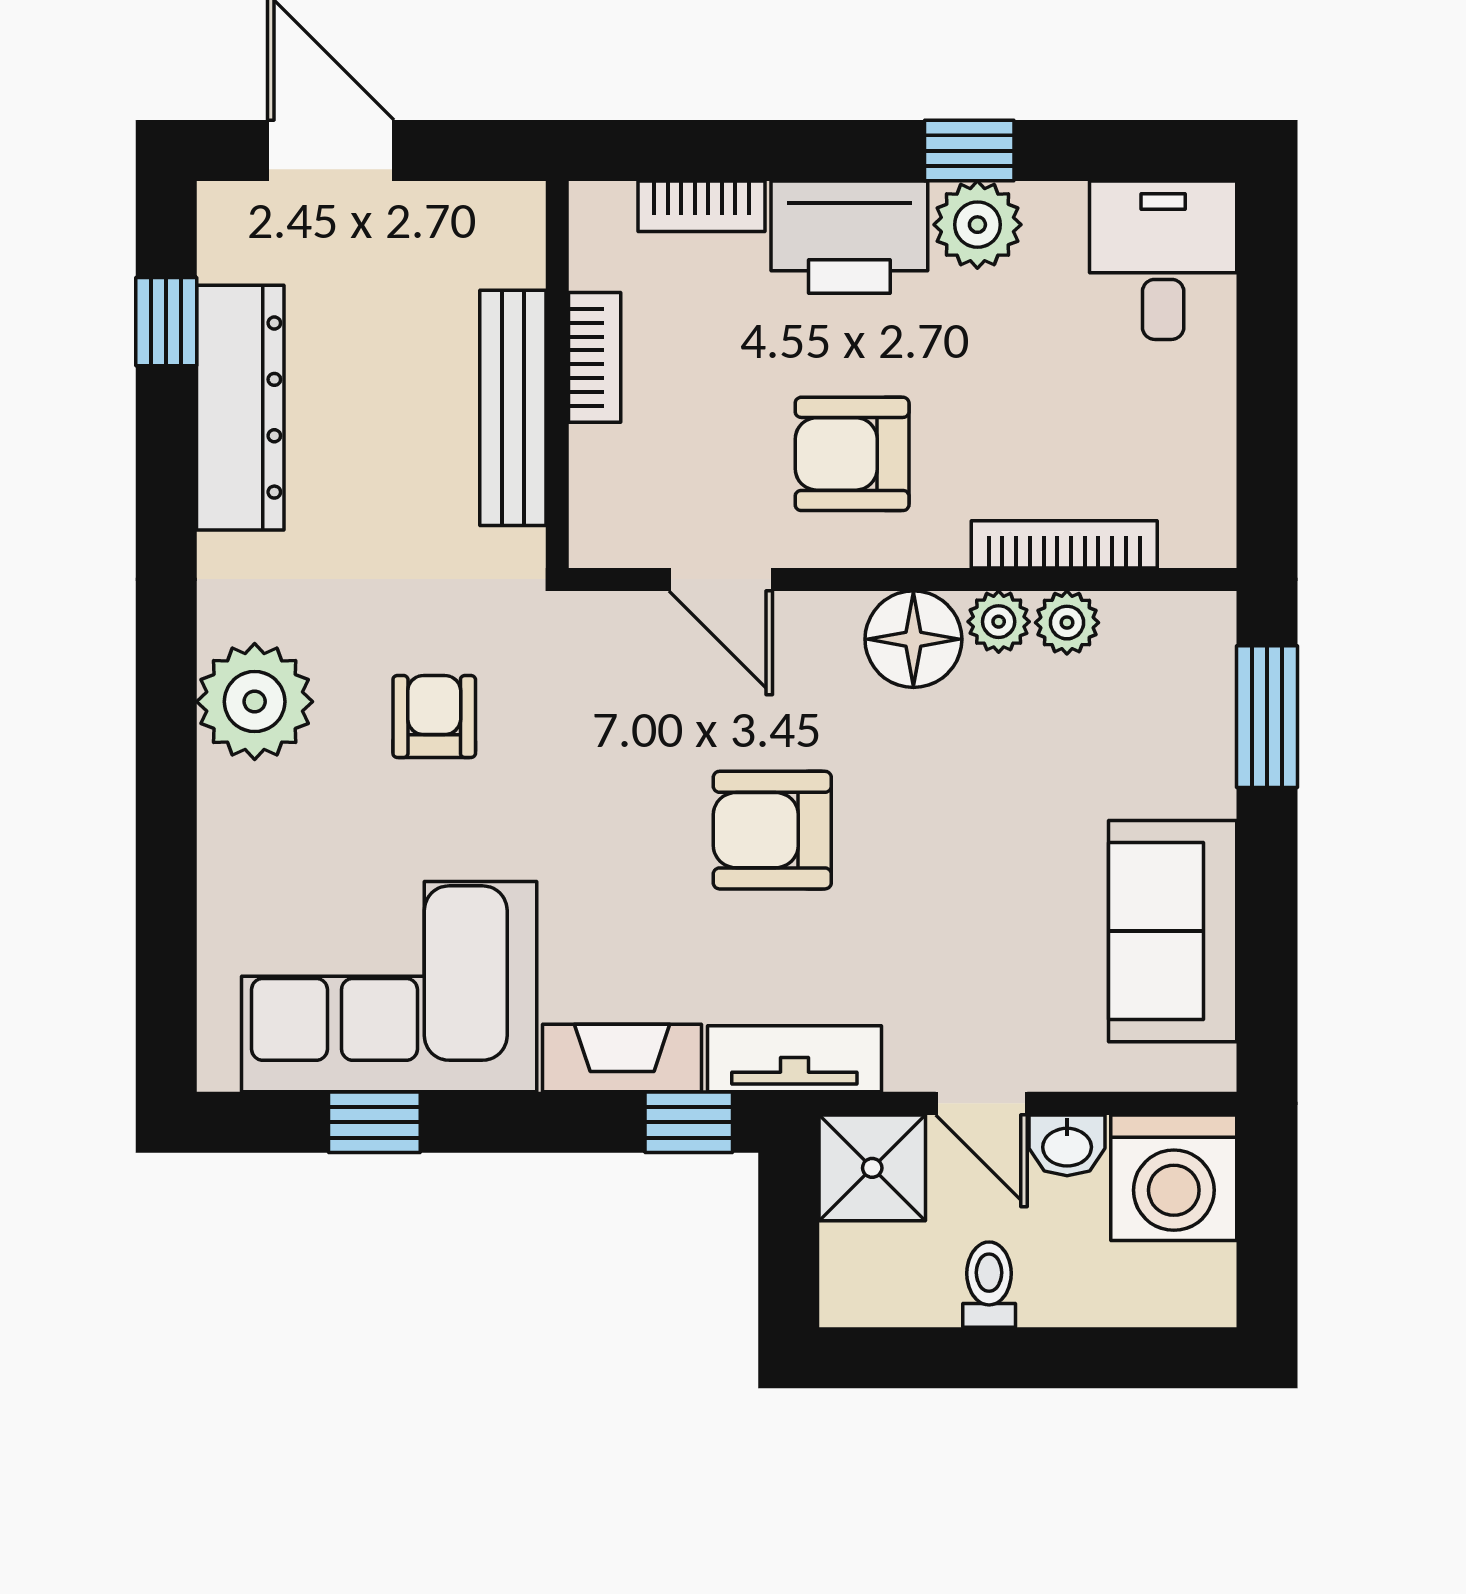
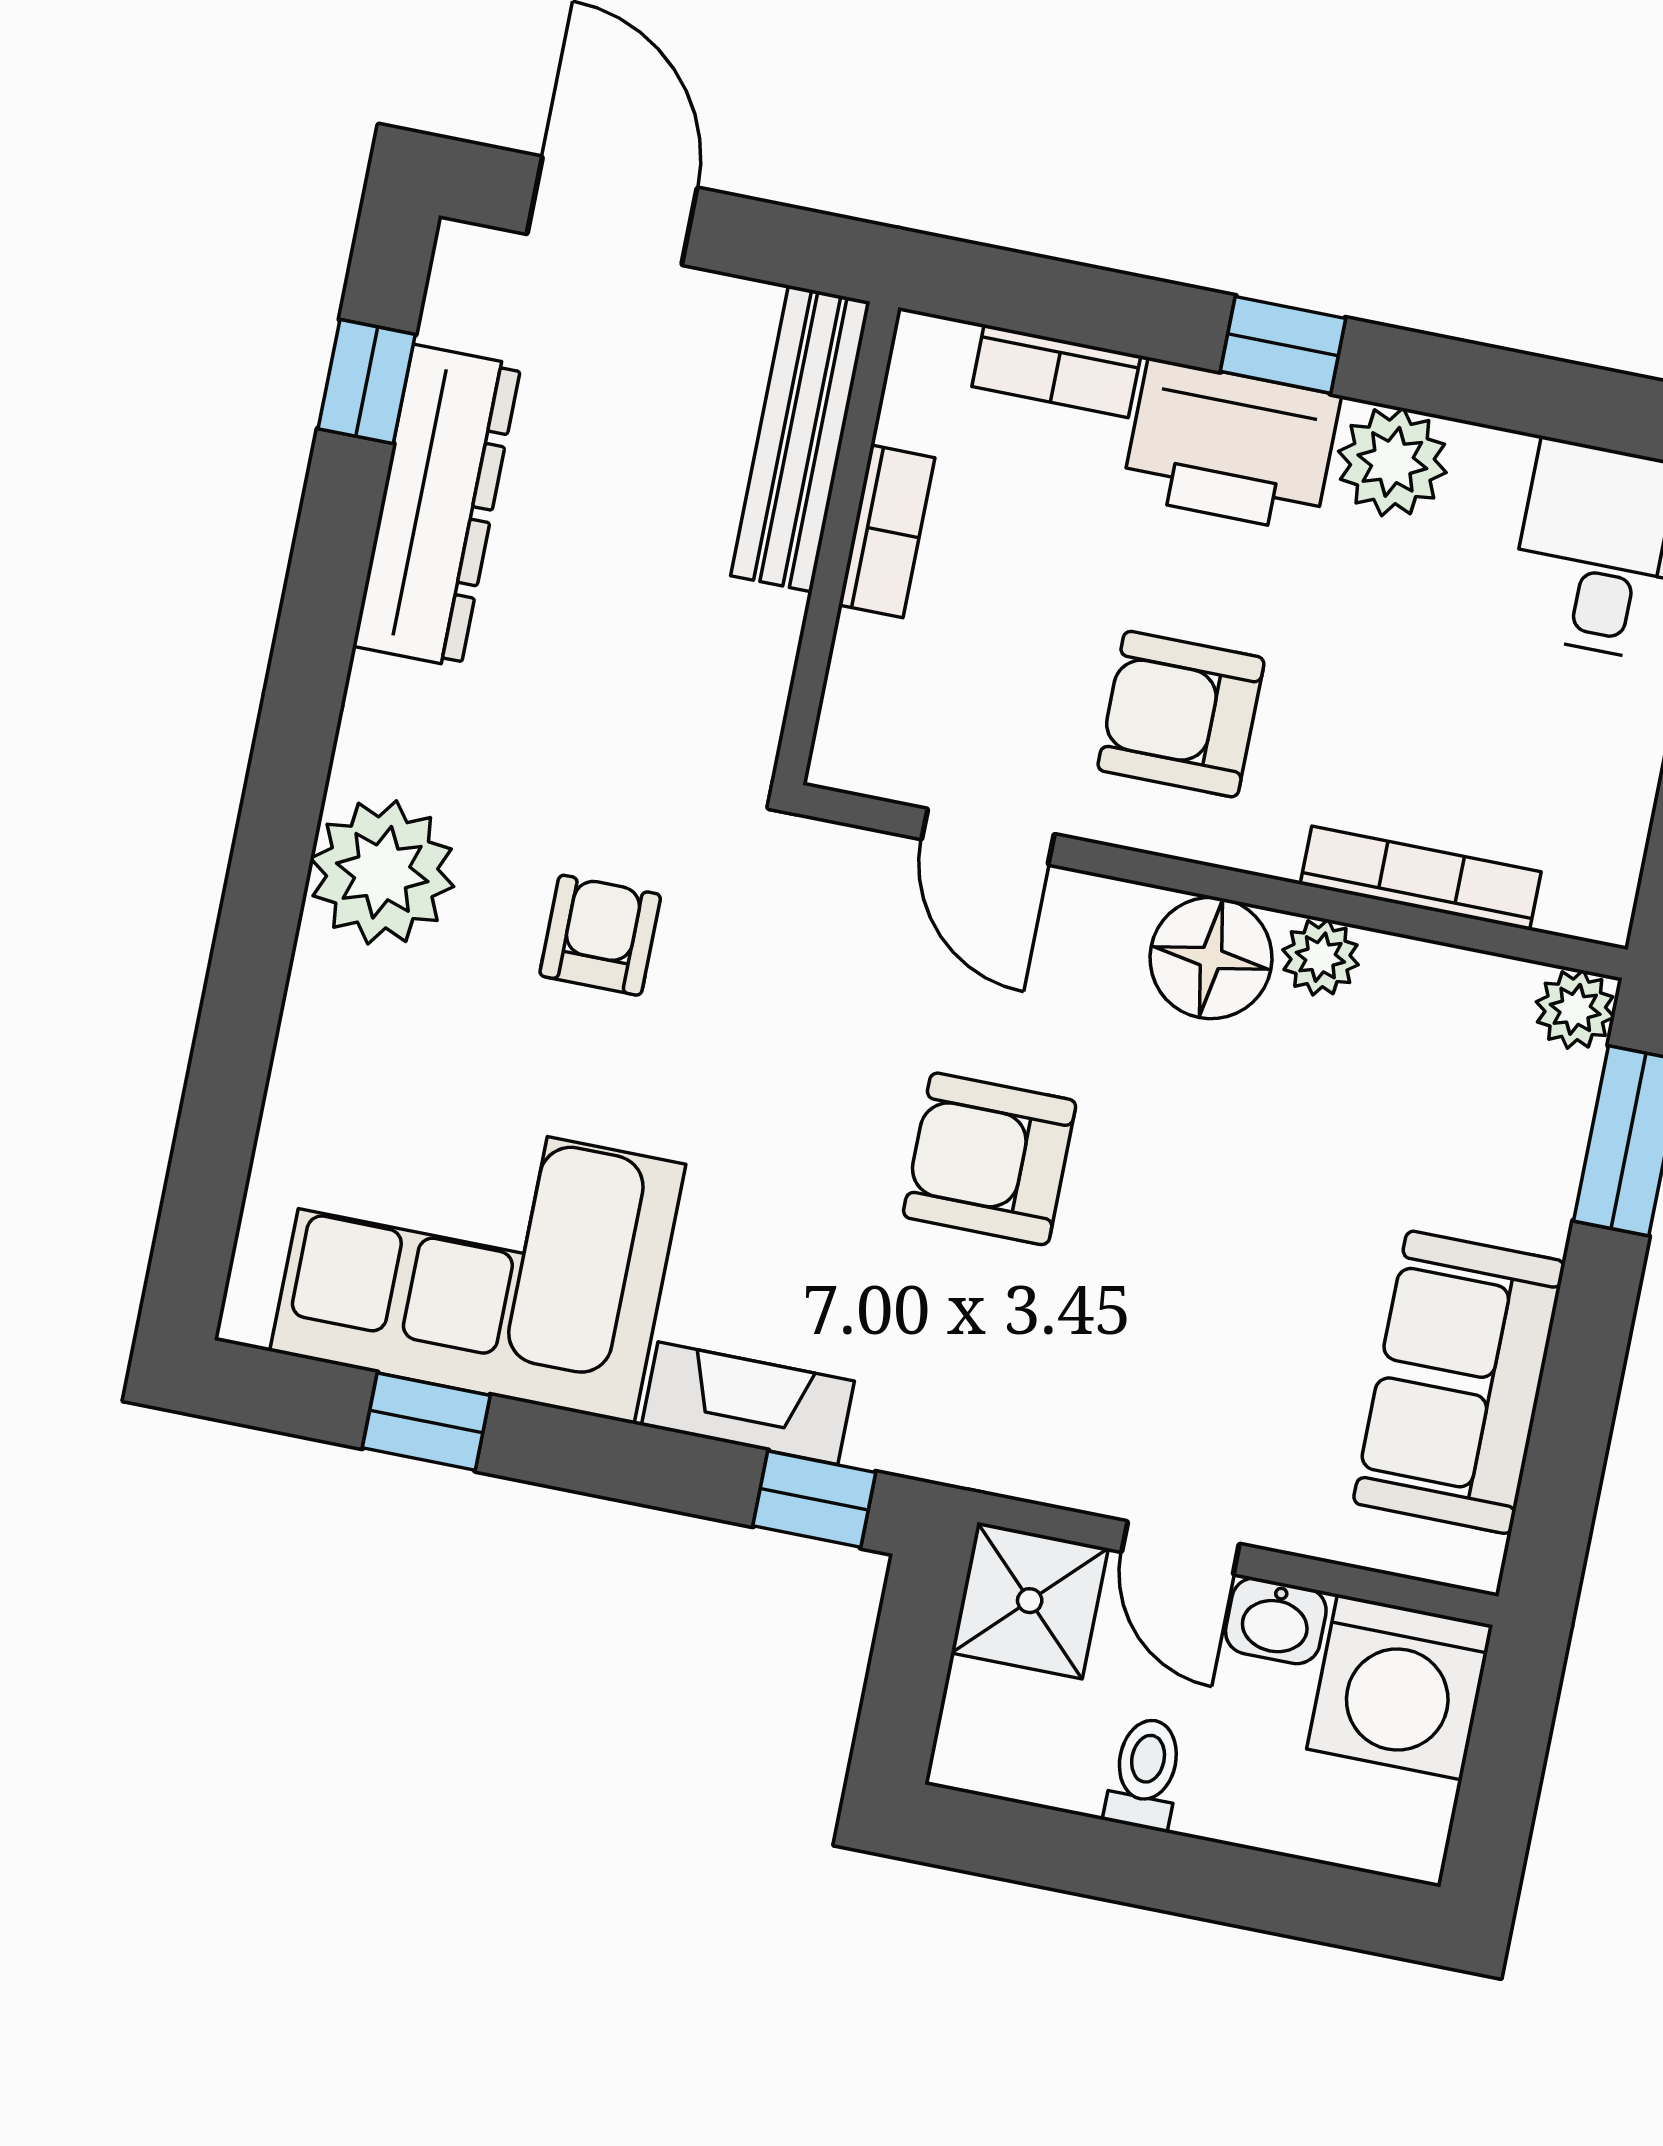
window: (969, 151) -> (1283, 345), moved
bench: (513, 408) -> (800, 439), moved
plant: (1067, 623) -> (1575, 1009), moved
tv unit: (794, 1059) -> (961, 1447), removed

